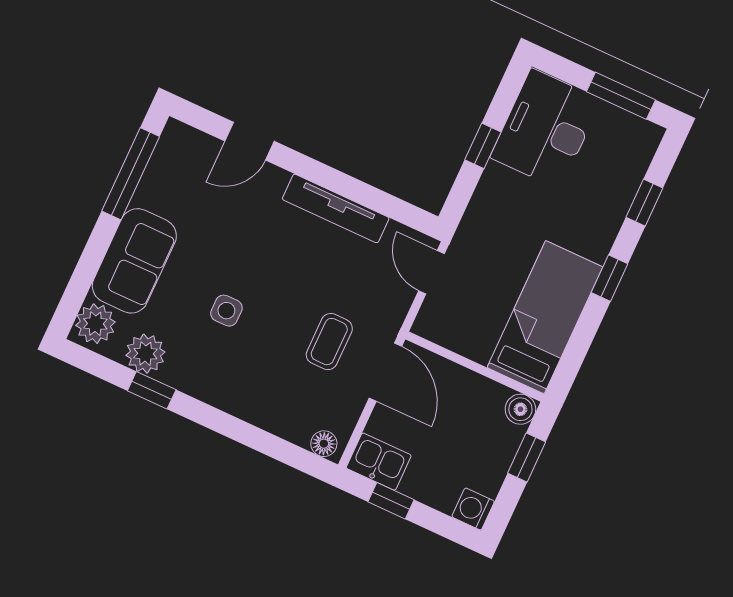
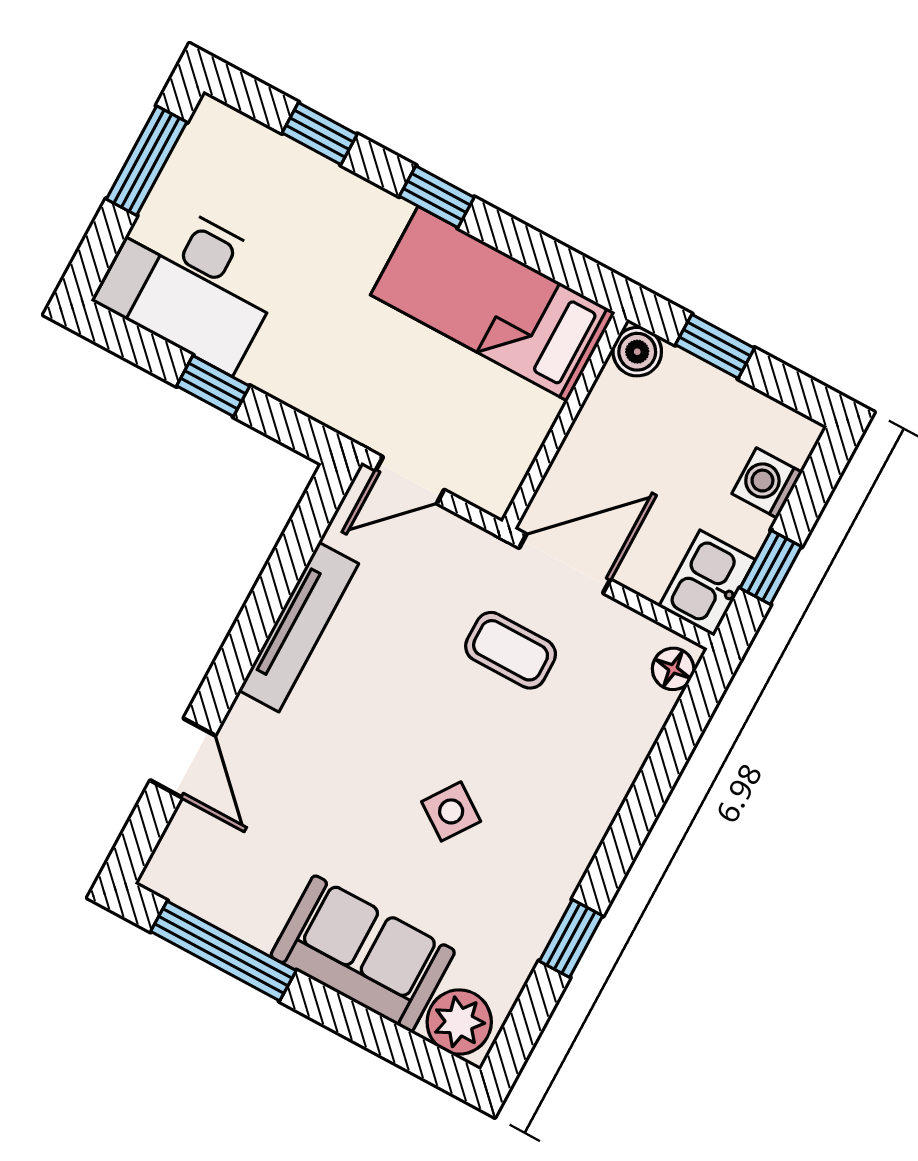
side table: (226, 311) -> (451, 811), turned 35
plant: (145, 354) -> (512, 945), removed
washing machine: (473, 509) -> (767, 483), moved, turned 90

